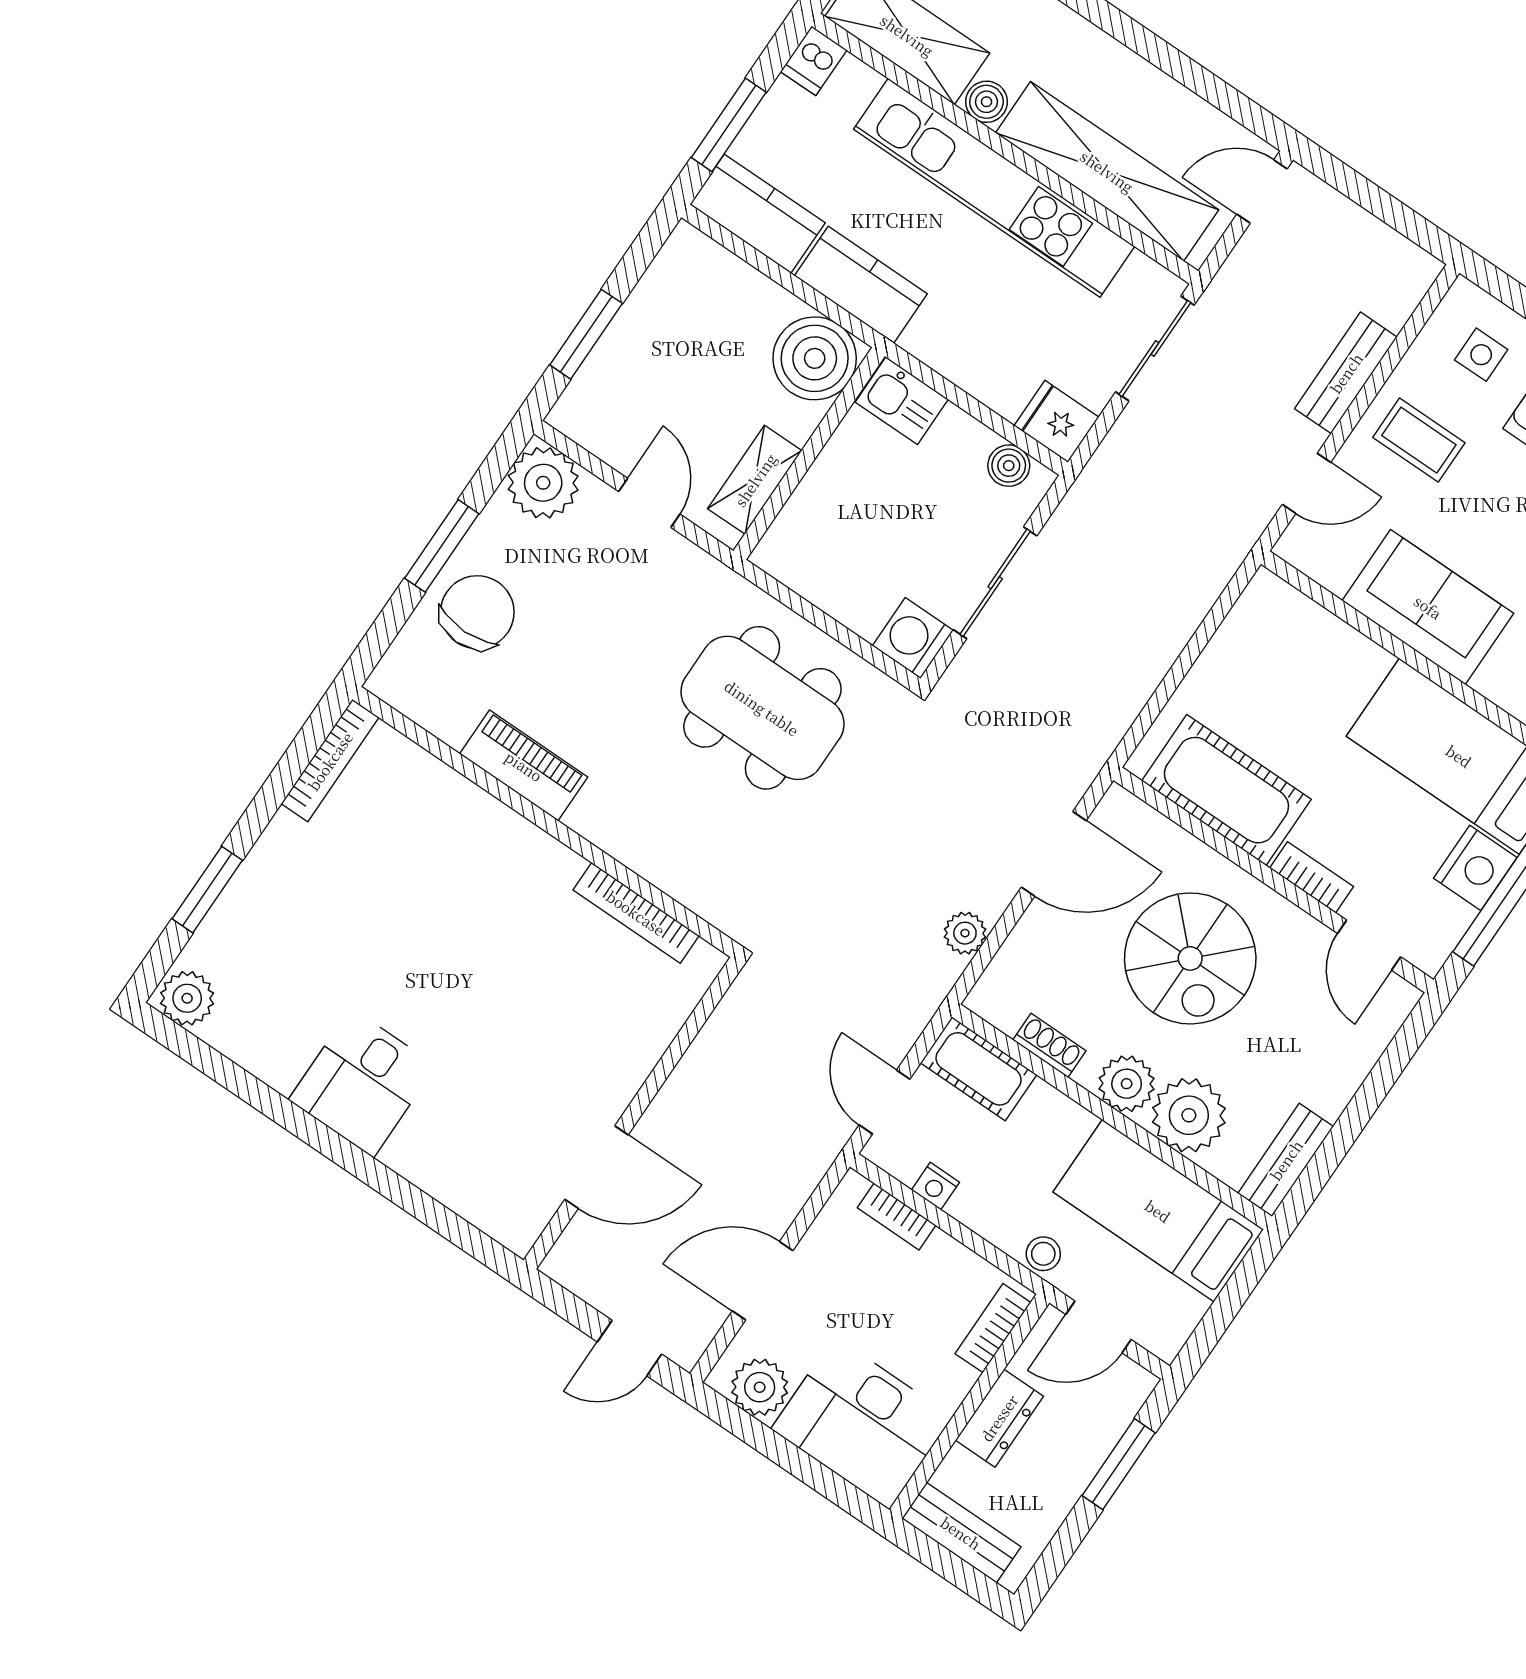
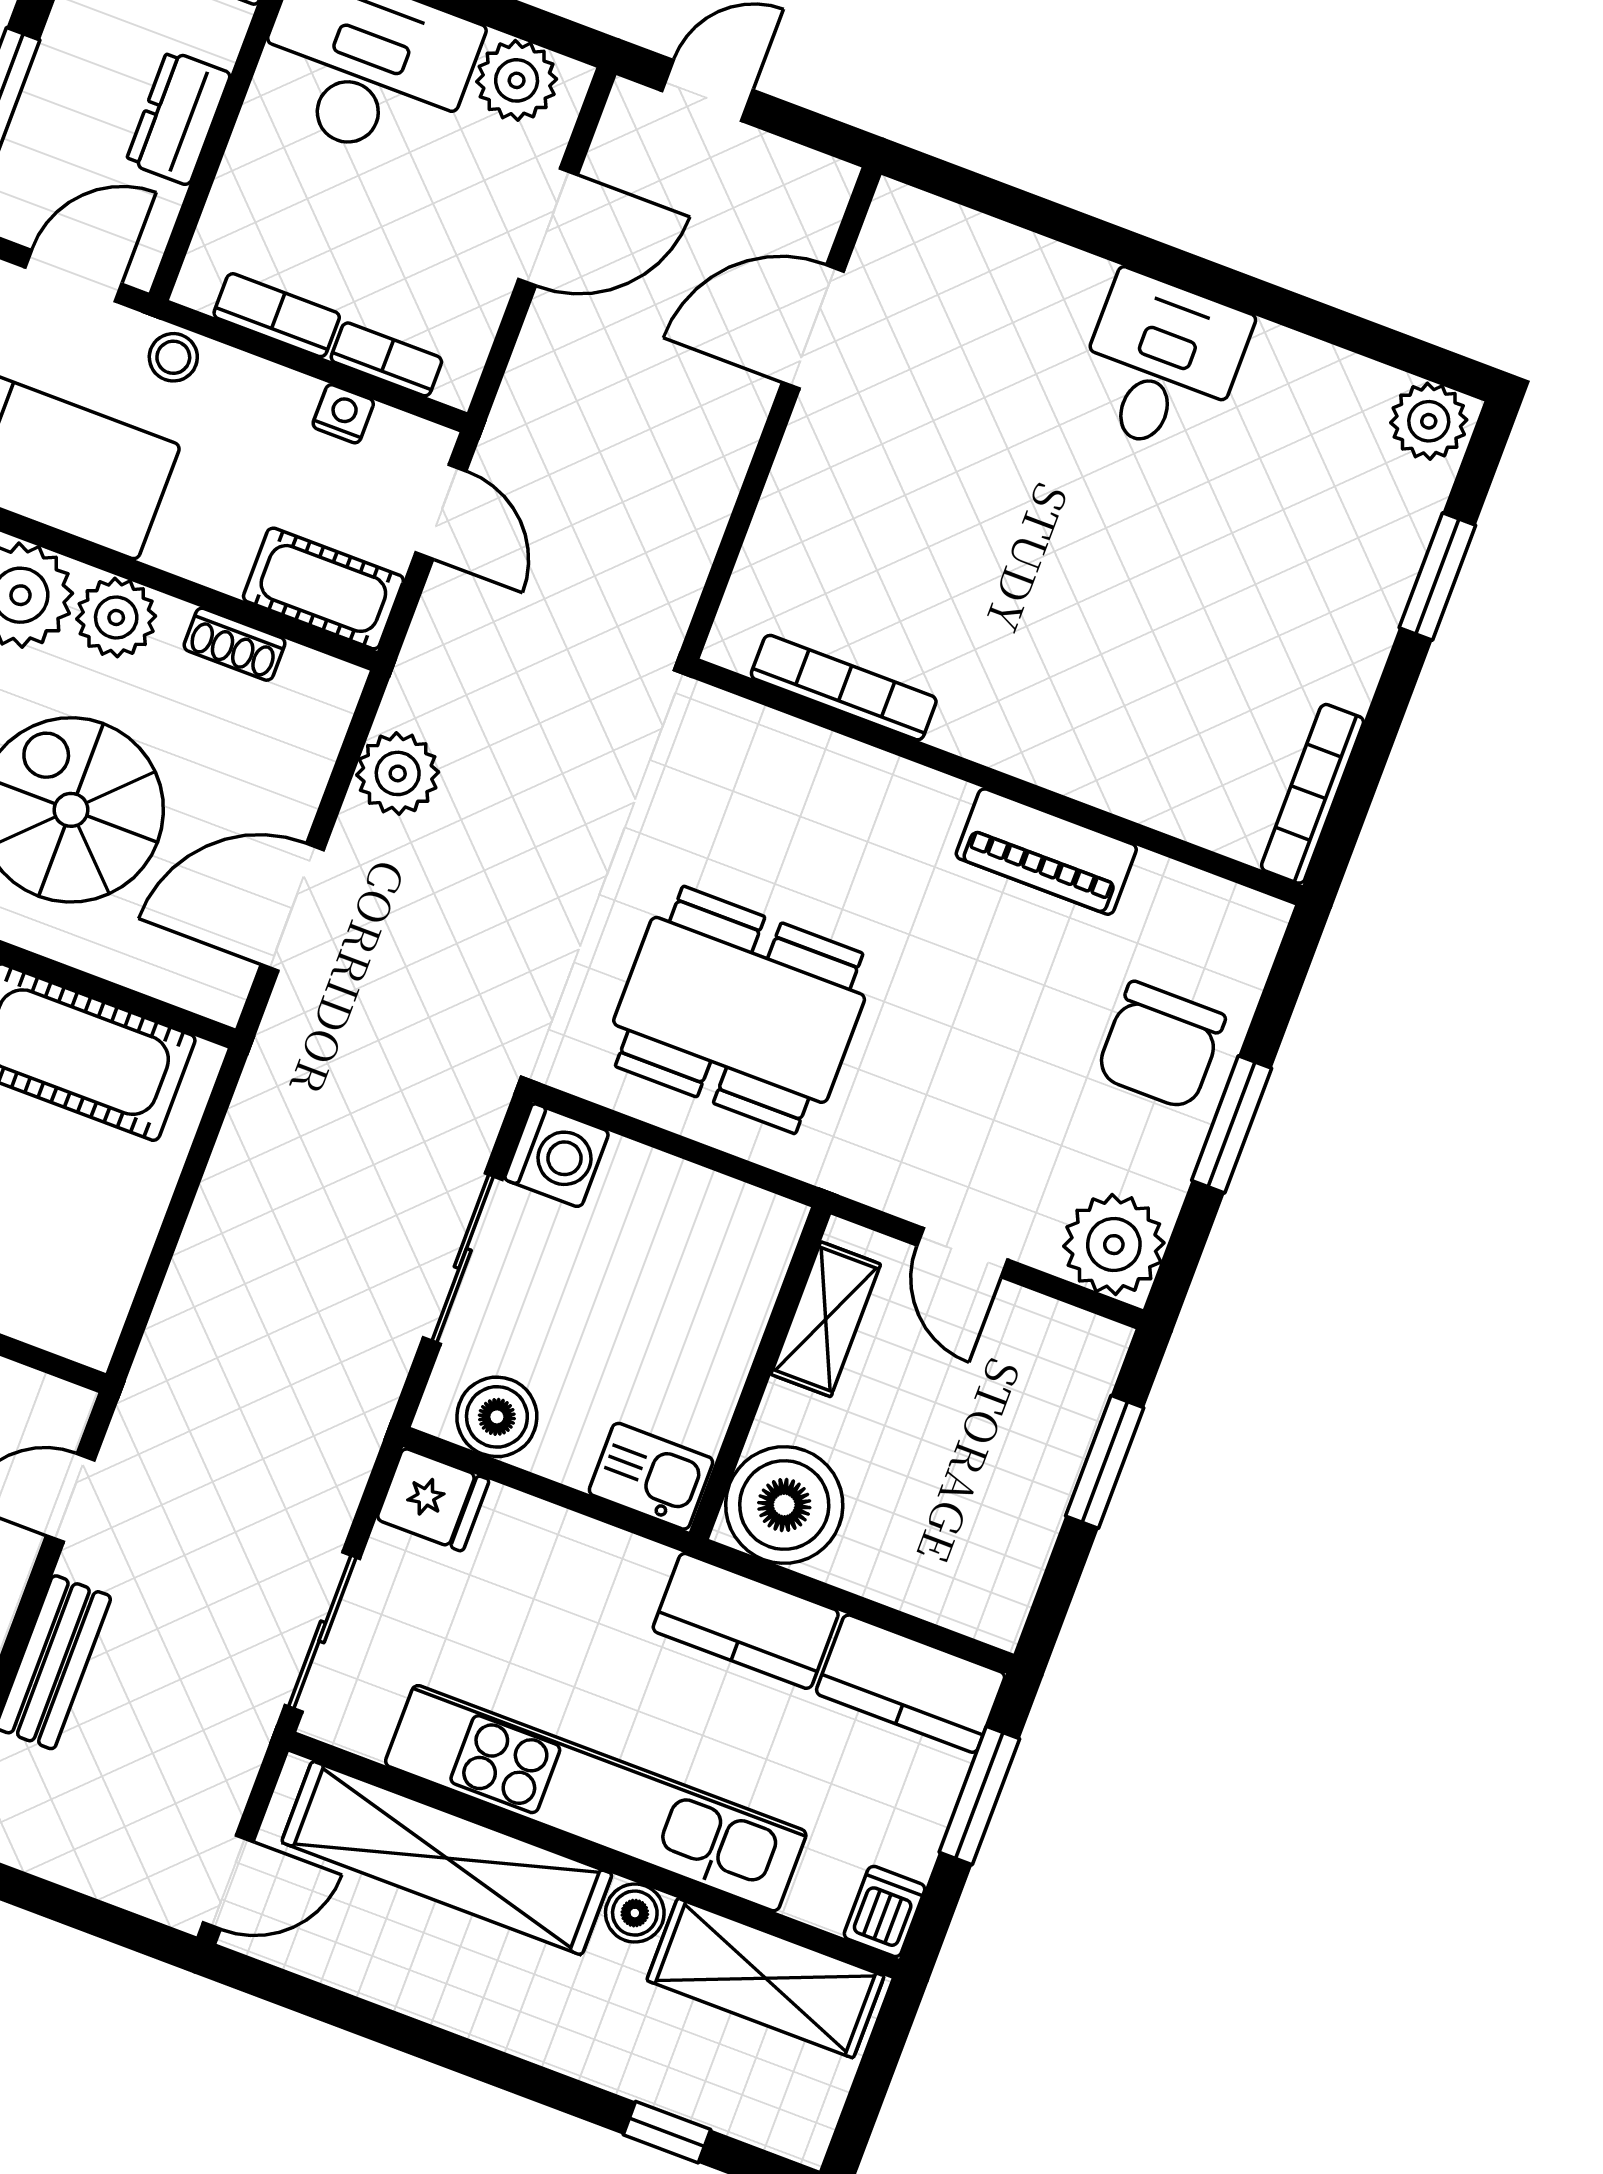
boiler: (1009, 466) -> (497, 1417), width x1.36, depth x1.36
plant: (965, 933) -> (398, 773), width x1.38, depth x1.38
bookcase: (993, 1328) -> (277, 315), moved, turned -90

